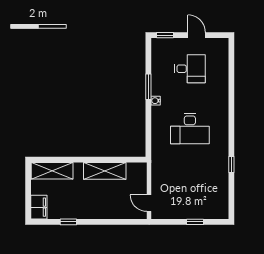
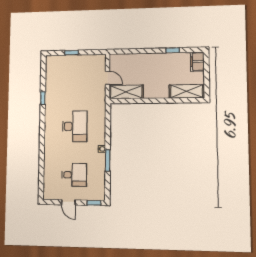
desk: (190, 69) -> (74, 175), turned 180
desk: (190, 129) -> (75, 126), turned 90
shelving: (105, 171) -> (126, 92), moved
door: (149, 203) -> (108, 78), moved

